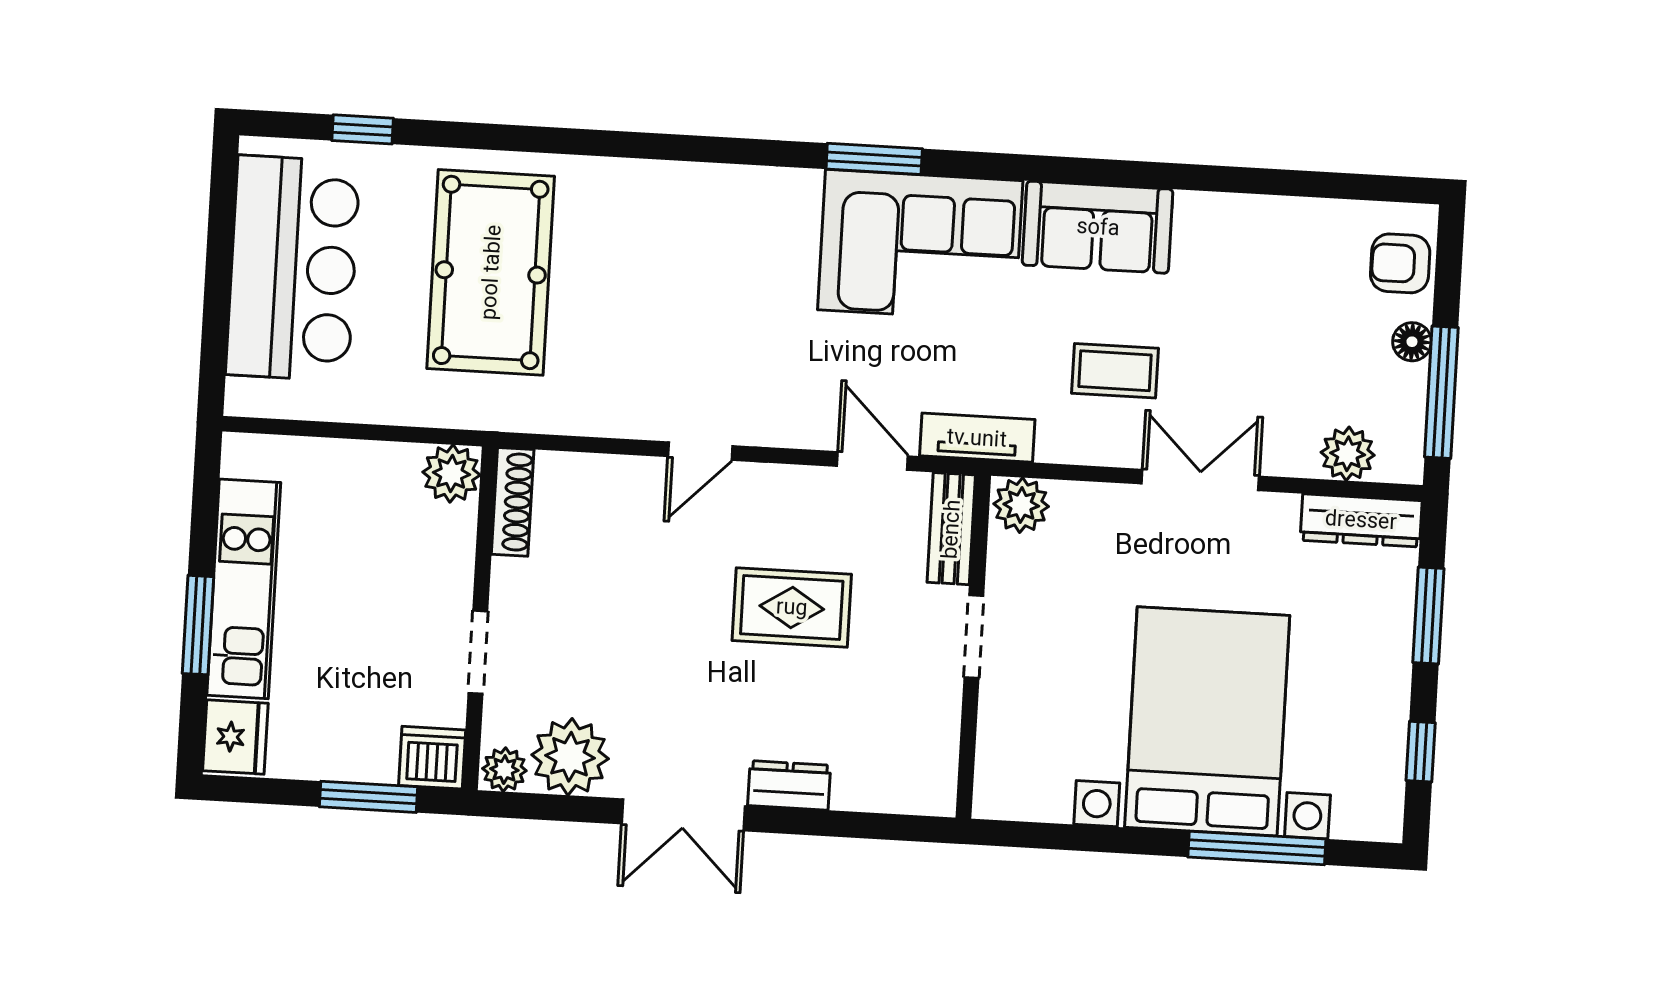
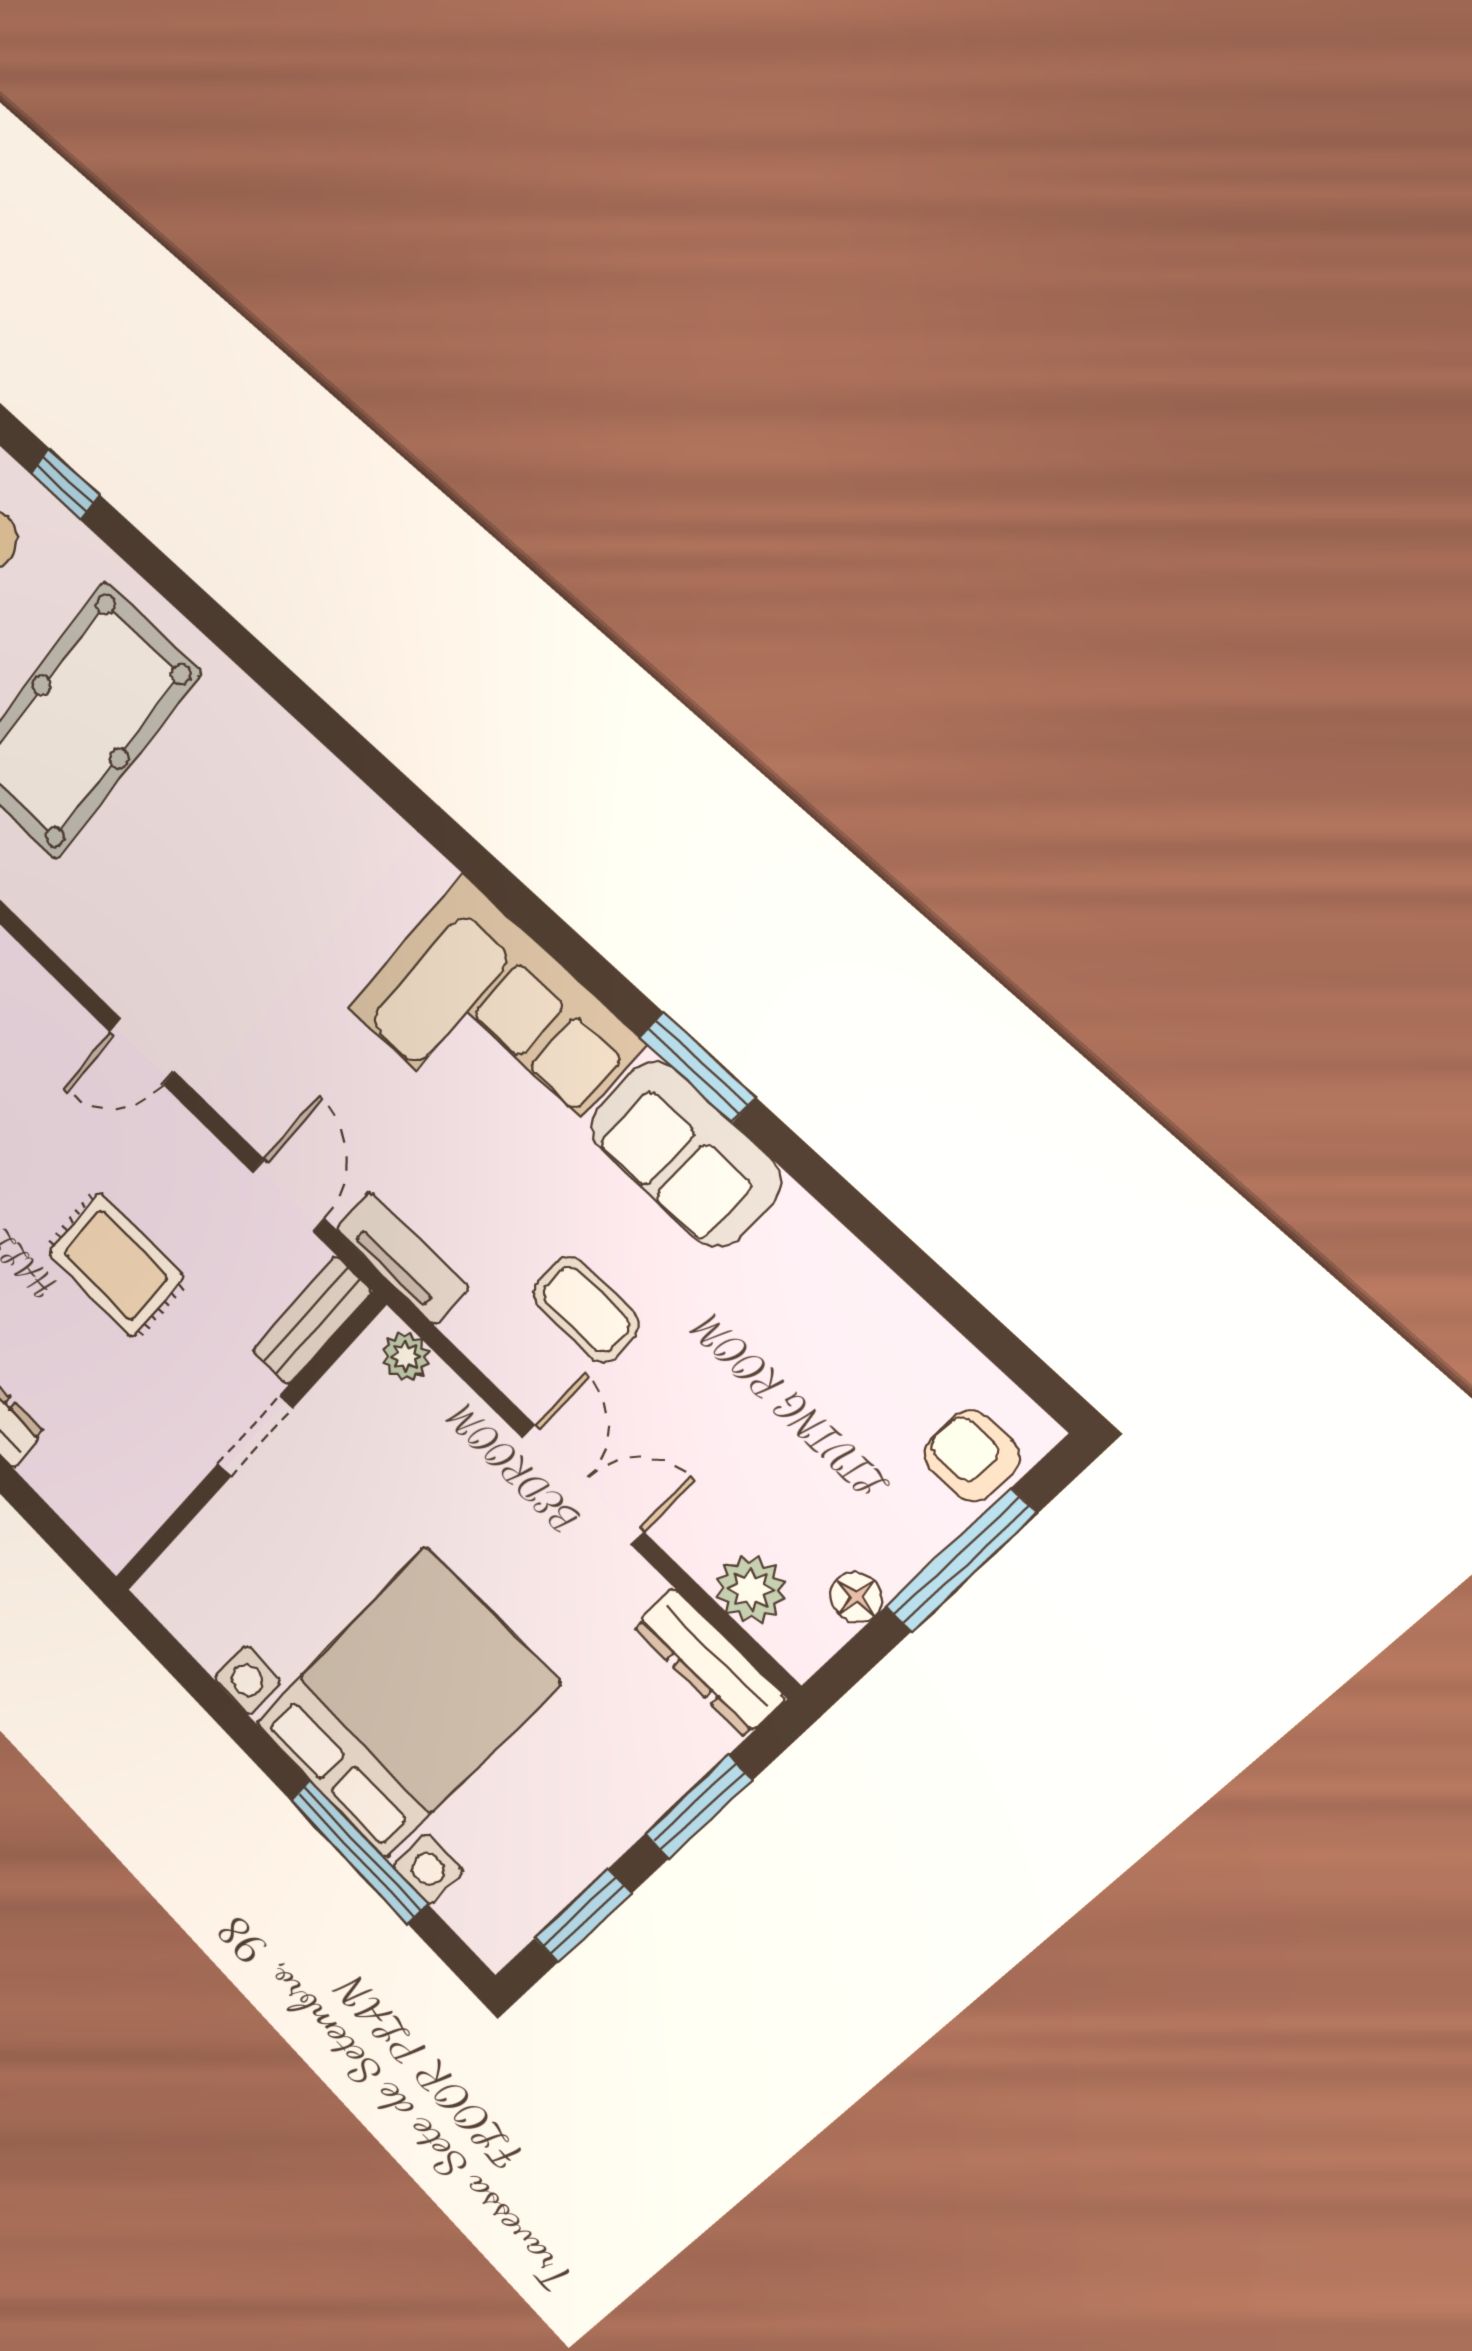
window: (874, 159) -> (698, 1067), moved
floor lamp: (1412, 342) -> (856, 1597), moved
window: (1441, 392) -> (961, 1560), moved
plant: (1021, 505) -> (406, 1357), width x0.73, depth x0.73
window: (1421, 752) -> (583, 1916), width x1.50

